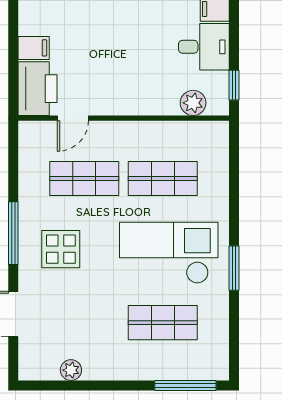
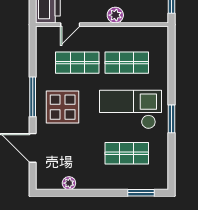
plant: (193, 103) -> (115, 15), moved
display table: (61, 249) -> (63, 107), width x1.36, depth x1.36
window: (185, 385) -> (141, 193), width x0.69

